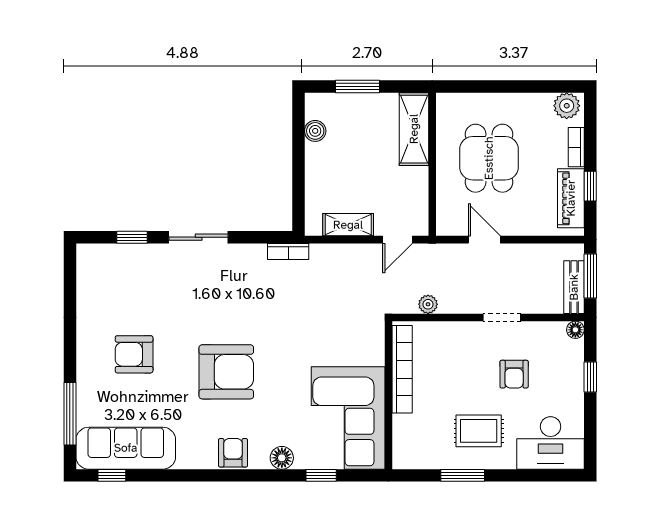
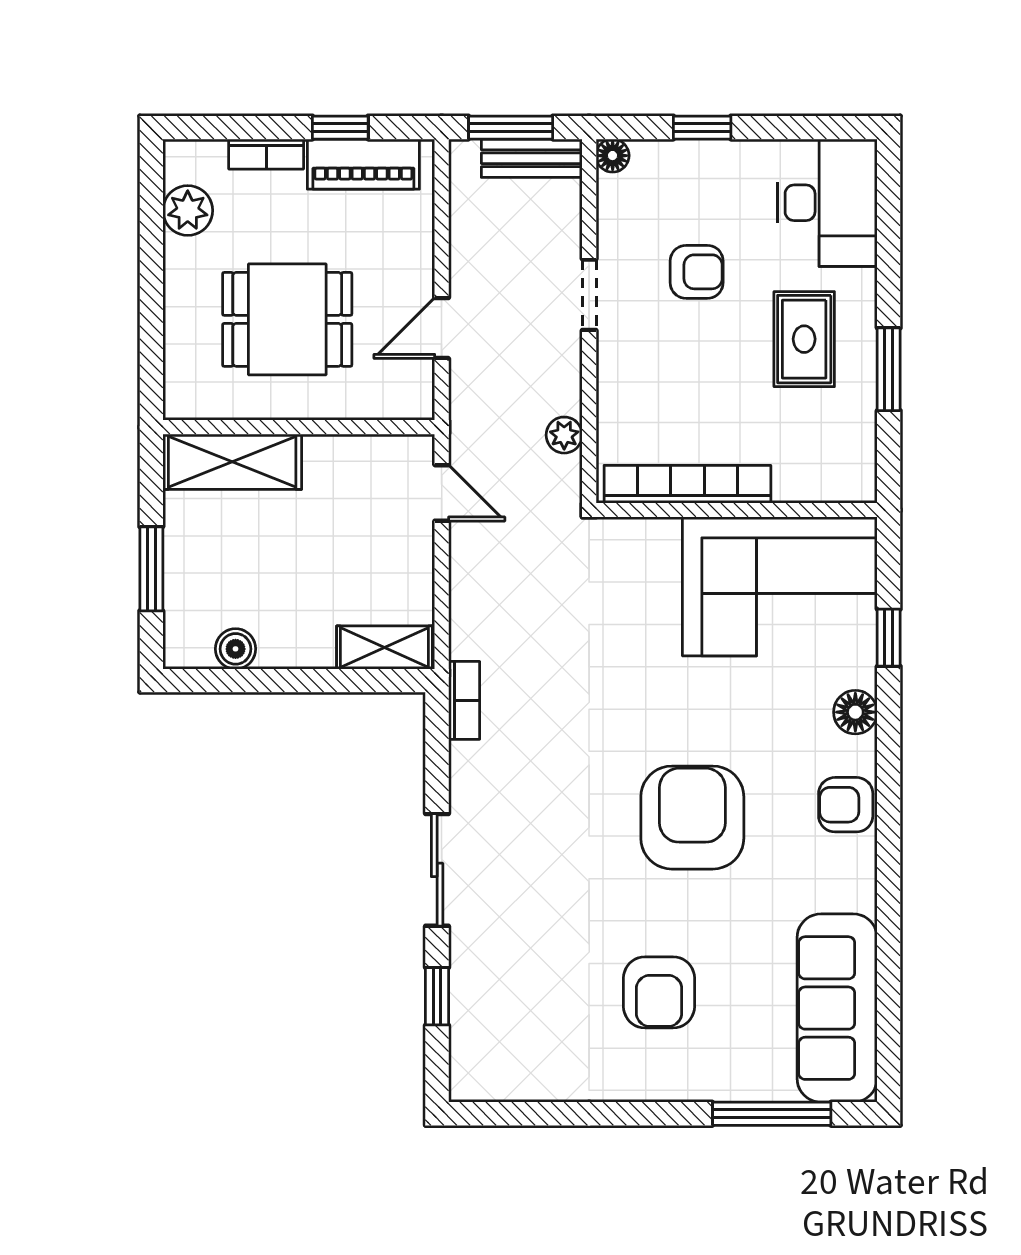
plant: (567, 106) -> (188, 210), moved
shelving: (348, 225) -> (384, 648), moved, turned 90
window: (112, 475) -> (889, 1034), removed

